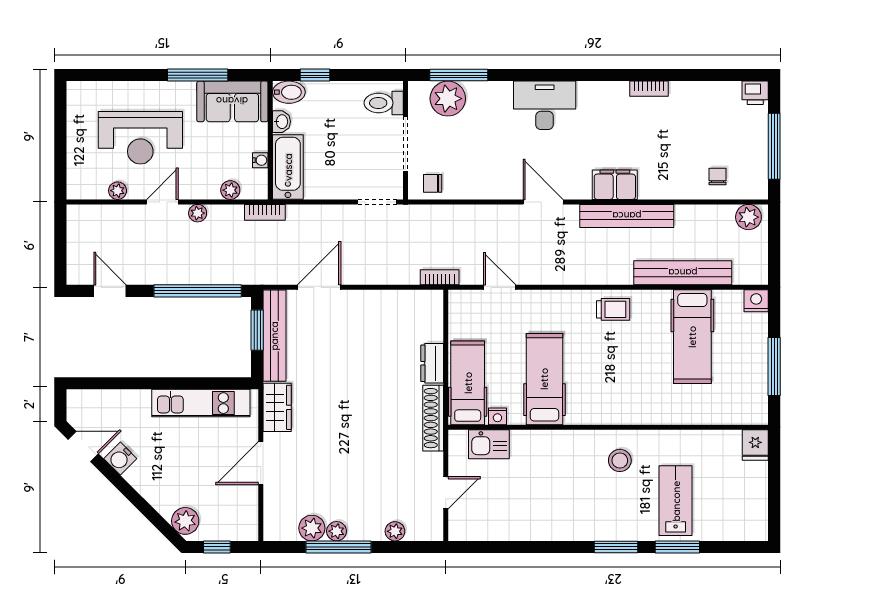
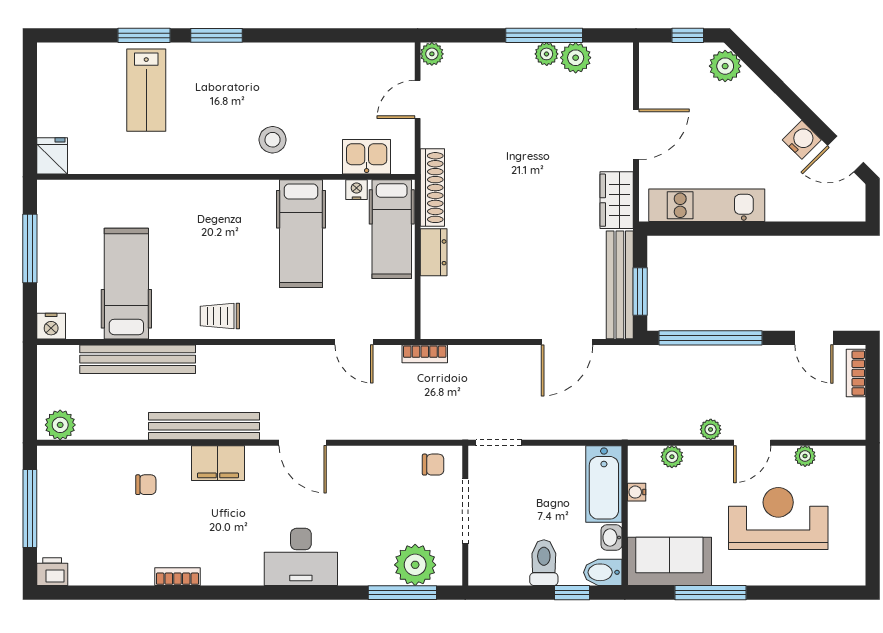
toilet: (384, 103) -> (544, 563), moved, turned -90
chair: (718, 176) -> (146, 485), moved, turned -90
bookcase: (265, 212) -> (856, 373), moved, turned -90
stool: (620, 460) -> (273, 140), moved
plant: (395, 531) -> (432, 54), moved

